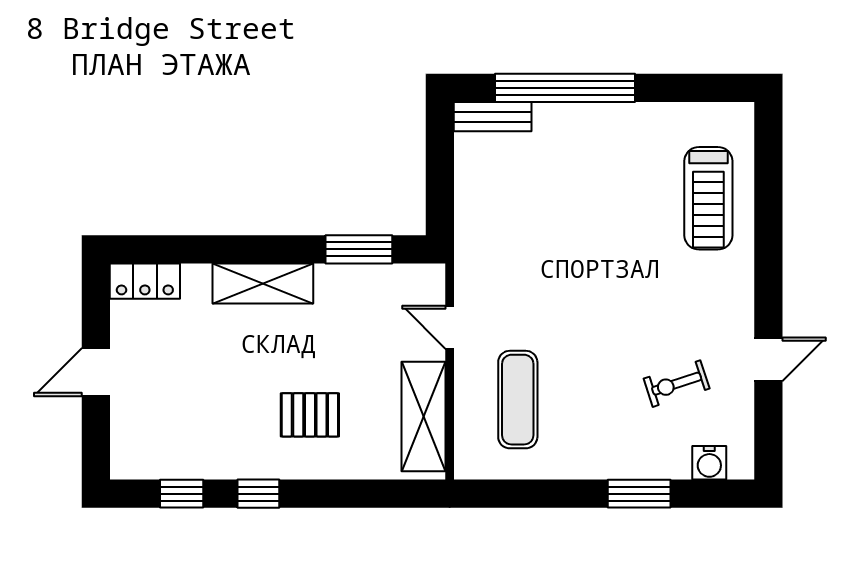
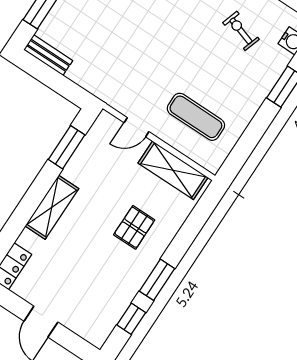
bench: (493, 117) -> (48, 55), moved, turned 90
exercise bike: (677, 384) -> (241, 31), turned 126
window: (258, 494) -> (157, 280), width x1.50

